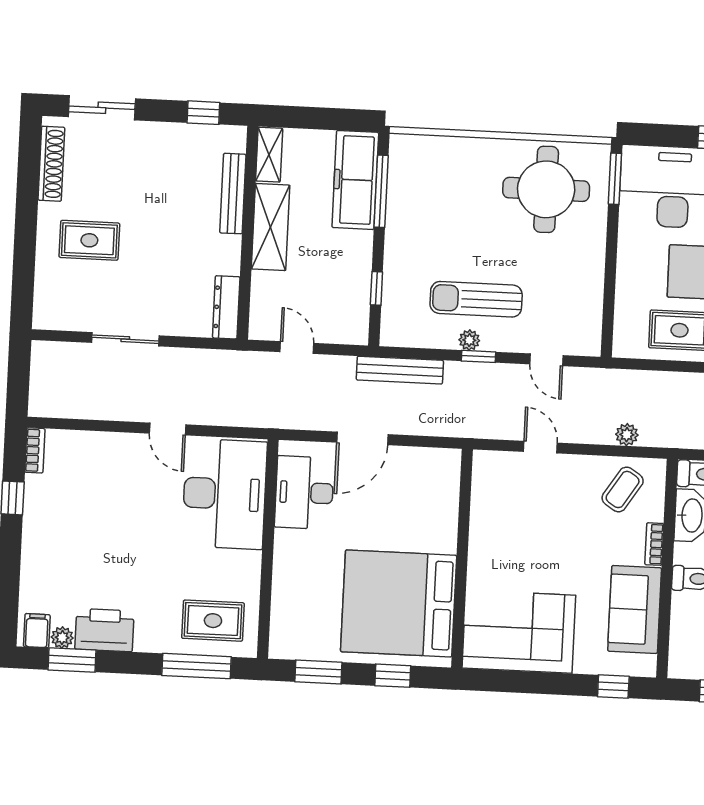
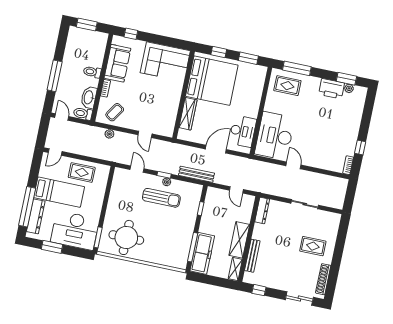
wardrobe: (444, 514) -> (188, 114), added
filing cabinet: (37, 631) -> (359, 93), removed

